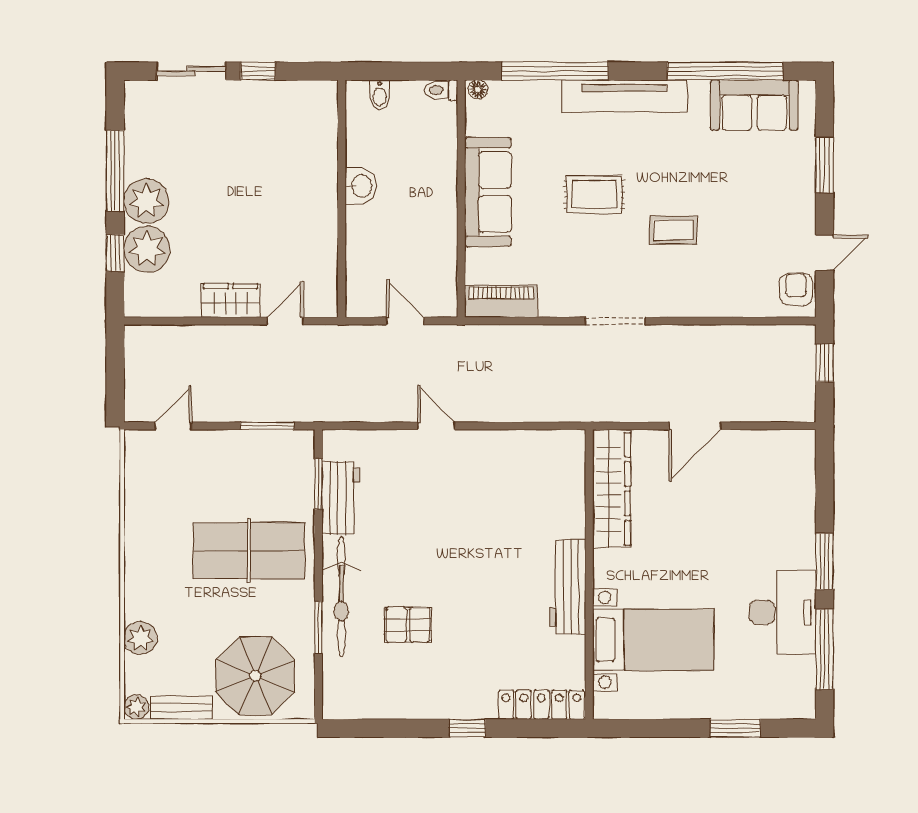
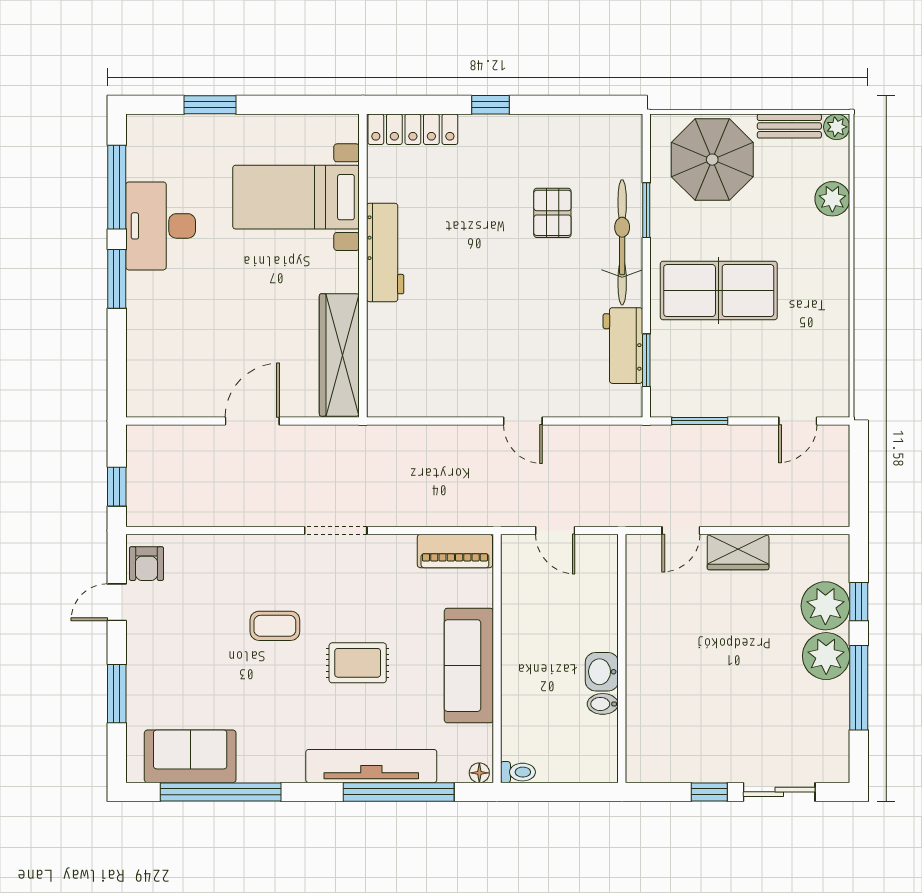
bidet: (380, 95) -> (603, 704), moved, turned -90
tv unit: (624, 96) -> (371, 766), moved
pallet: (408, 625) -> (552, 213), turned 90

